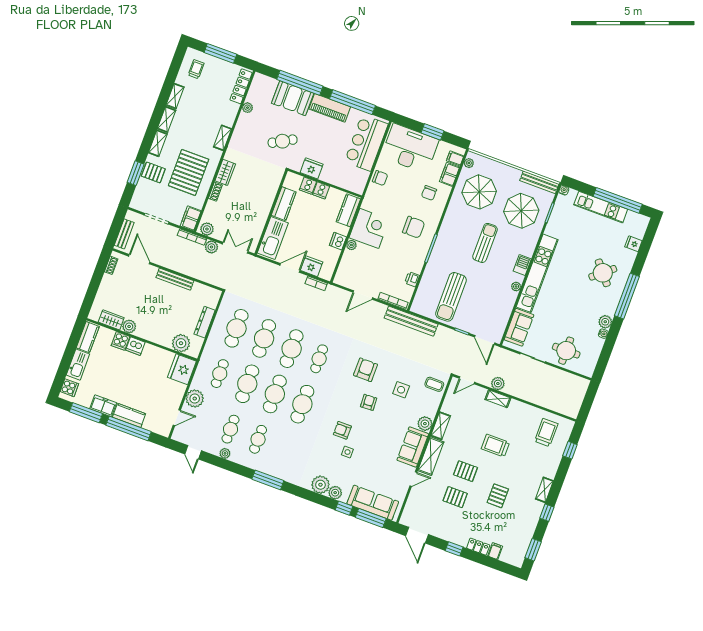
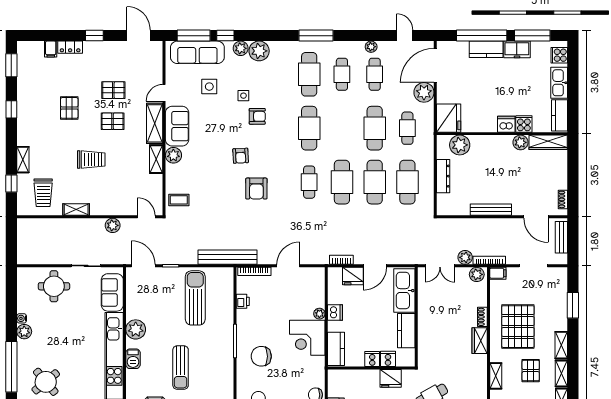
pallet: (153, 172) -> (531, 371), moved, turned 90
filing cabinet: (191, 218) -> (498, 273), width x0.50
plant: (516, 286) -> (136, 329), width x1.87, depth x1.87
wardrobe: (111, 320) -> (548, 142), width x1.50
door: (467, 380) -> (146, 217), hinge flipped
side table: (401, 390) -> (209, 87), moved
cafe table: (275, 394) -> (309, 74), moved
shelving: (498, 399) -> (76, 209), moved
door: (177, 418) -> (435, 65), width x1.87
shelving: (544, 490) -> (23, 160), moved

